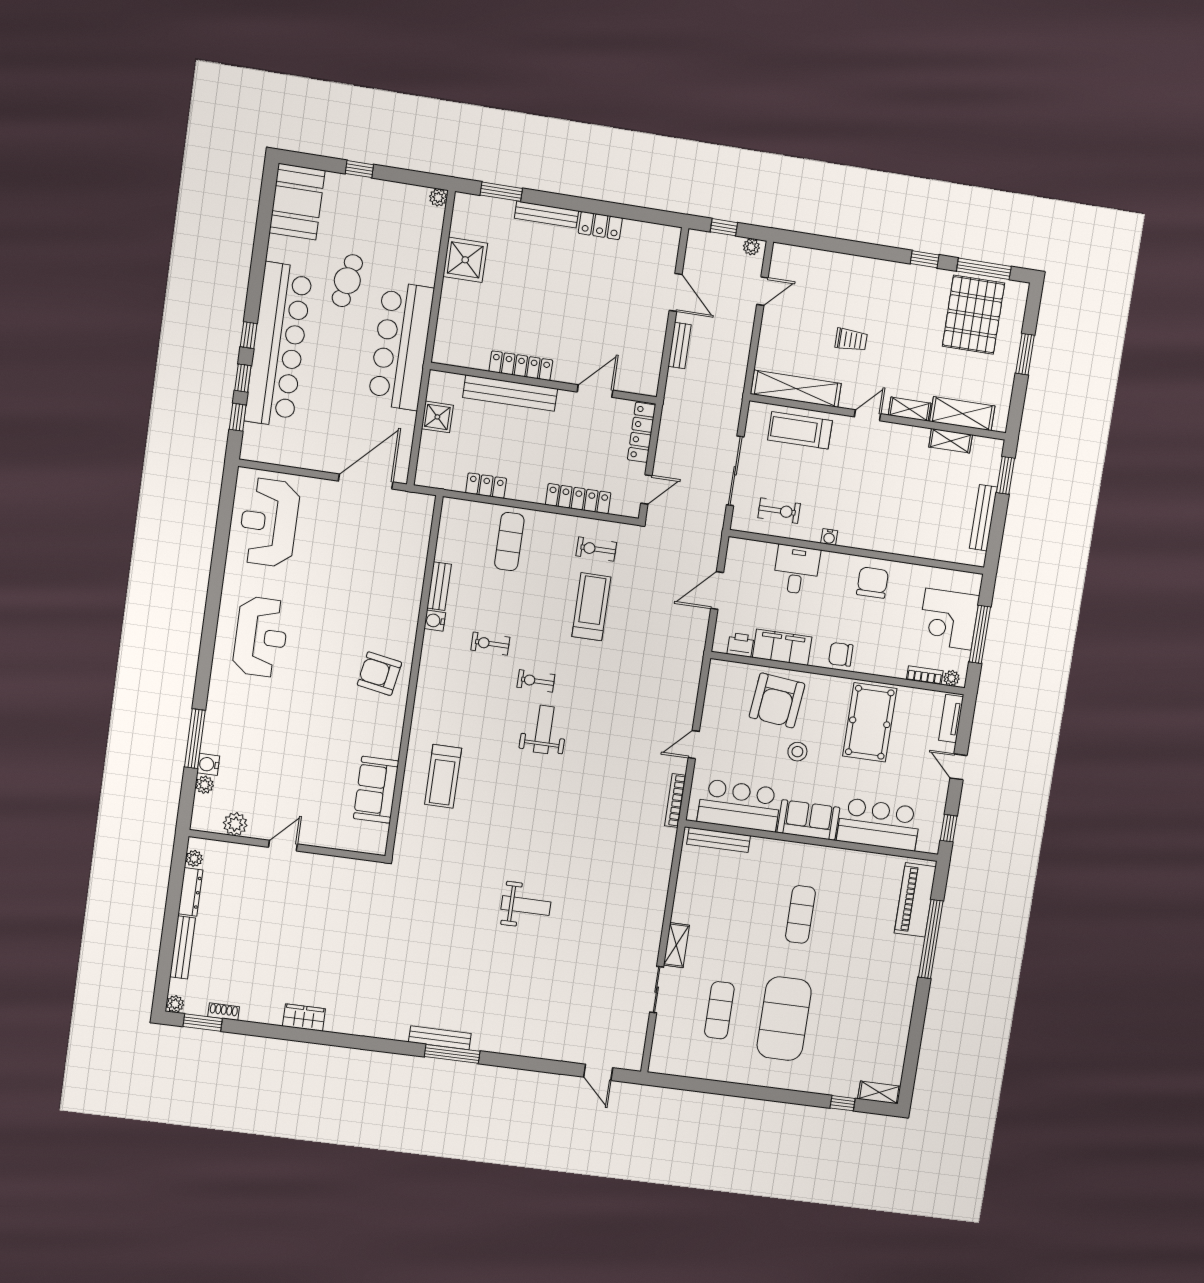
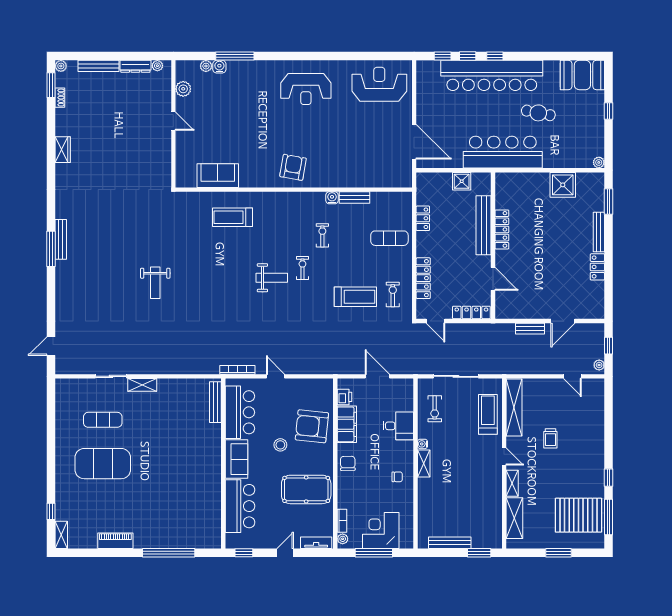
shelving: (951, 441) -> (424, 463), moved
chair: (873, 583) -> (397, 477), width x0.54, depth x0.54
piano: (915, 900) -> (115, 541), moved, width x0.73, depth x0.75
exercise mat: (800, 914) -> (173, 464), removed

